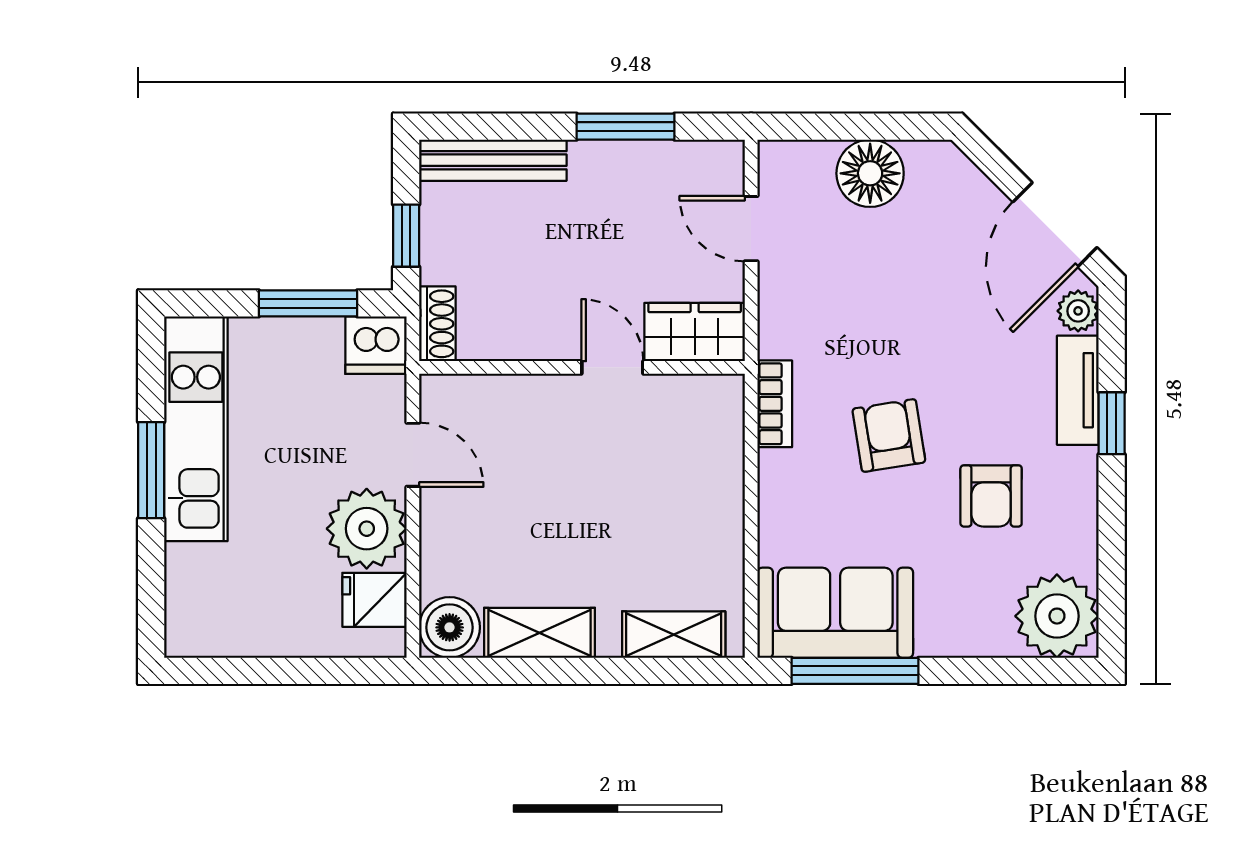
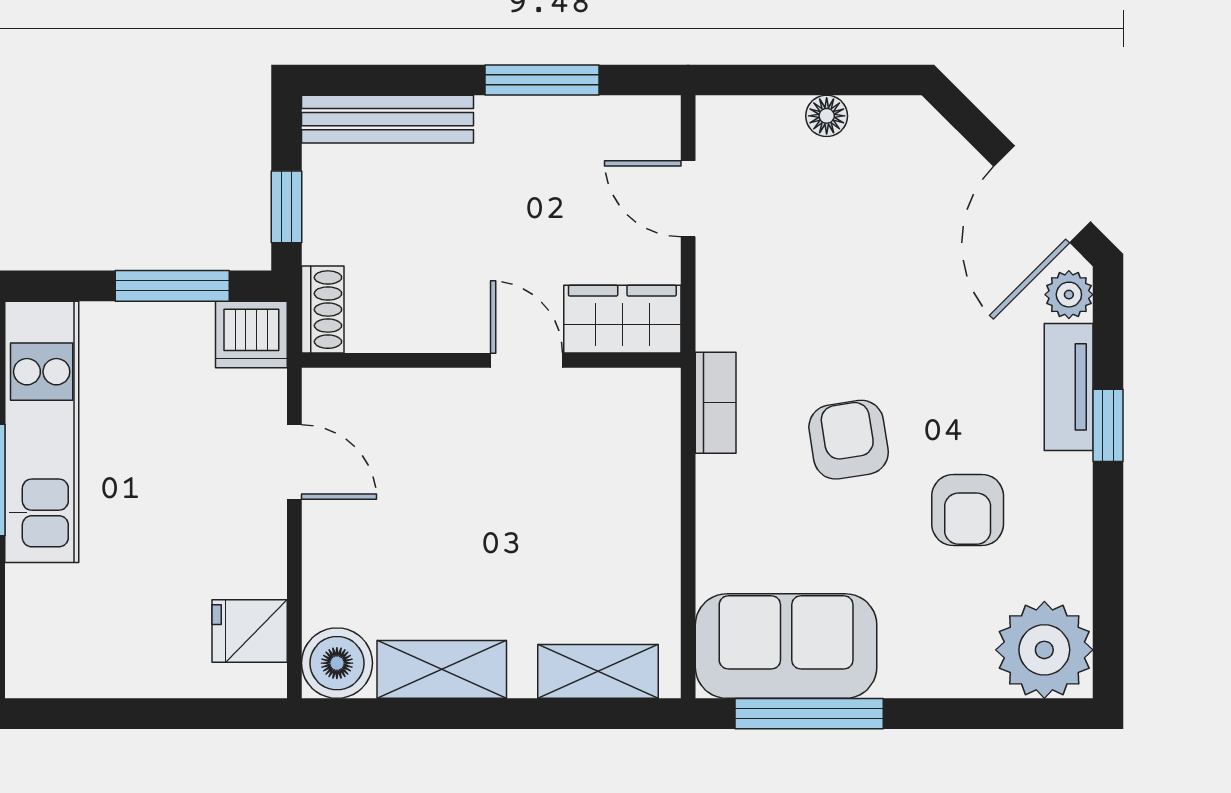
floor lamp: (870, 173) -> (827, 116), width x0.53, depth x0.53
plant: (367, 529) -> (241, 548), removed

